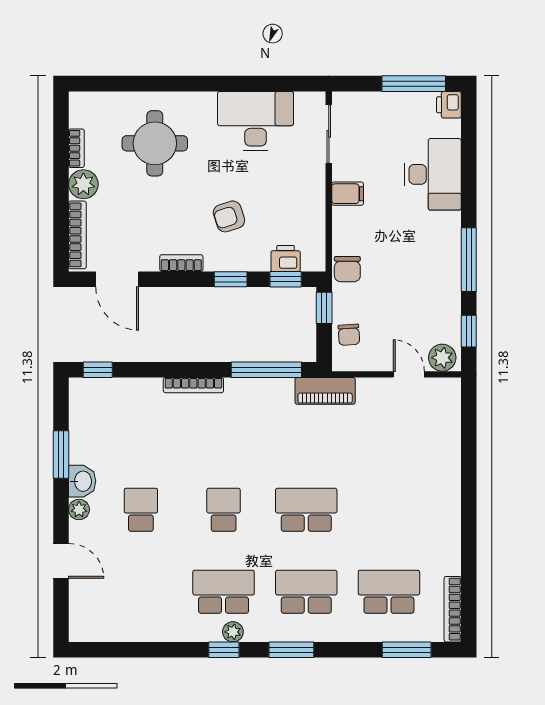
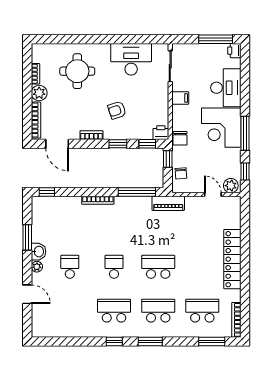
corner desk: (424, 249) -> (221, 128), added
printer: (286, 258) -> (161, 133), moved
locker: (445, 495) -> (232, 259), added
plant: (233, 632) -> (119, 332), removed

